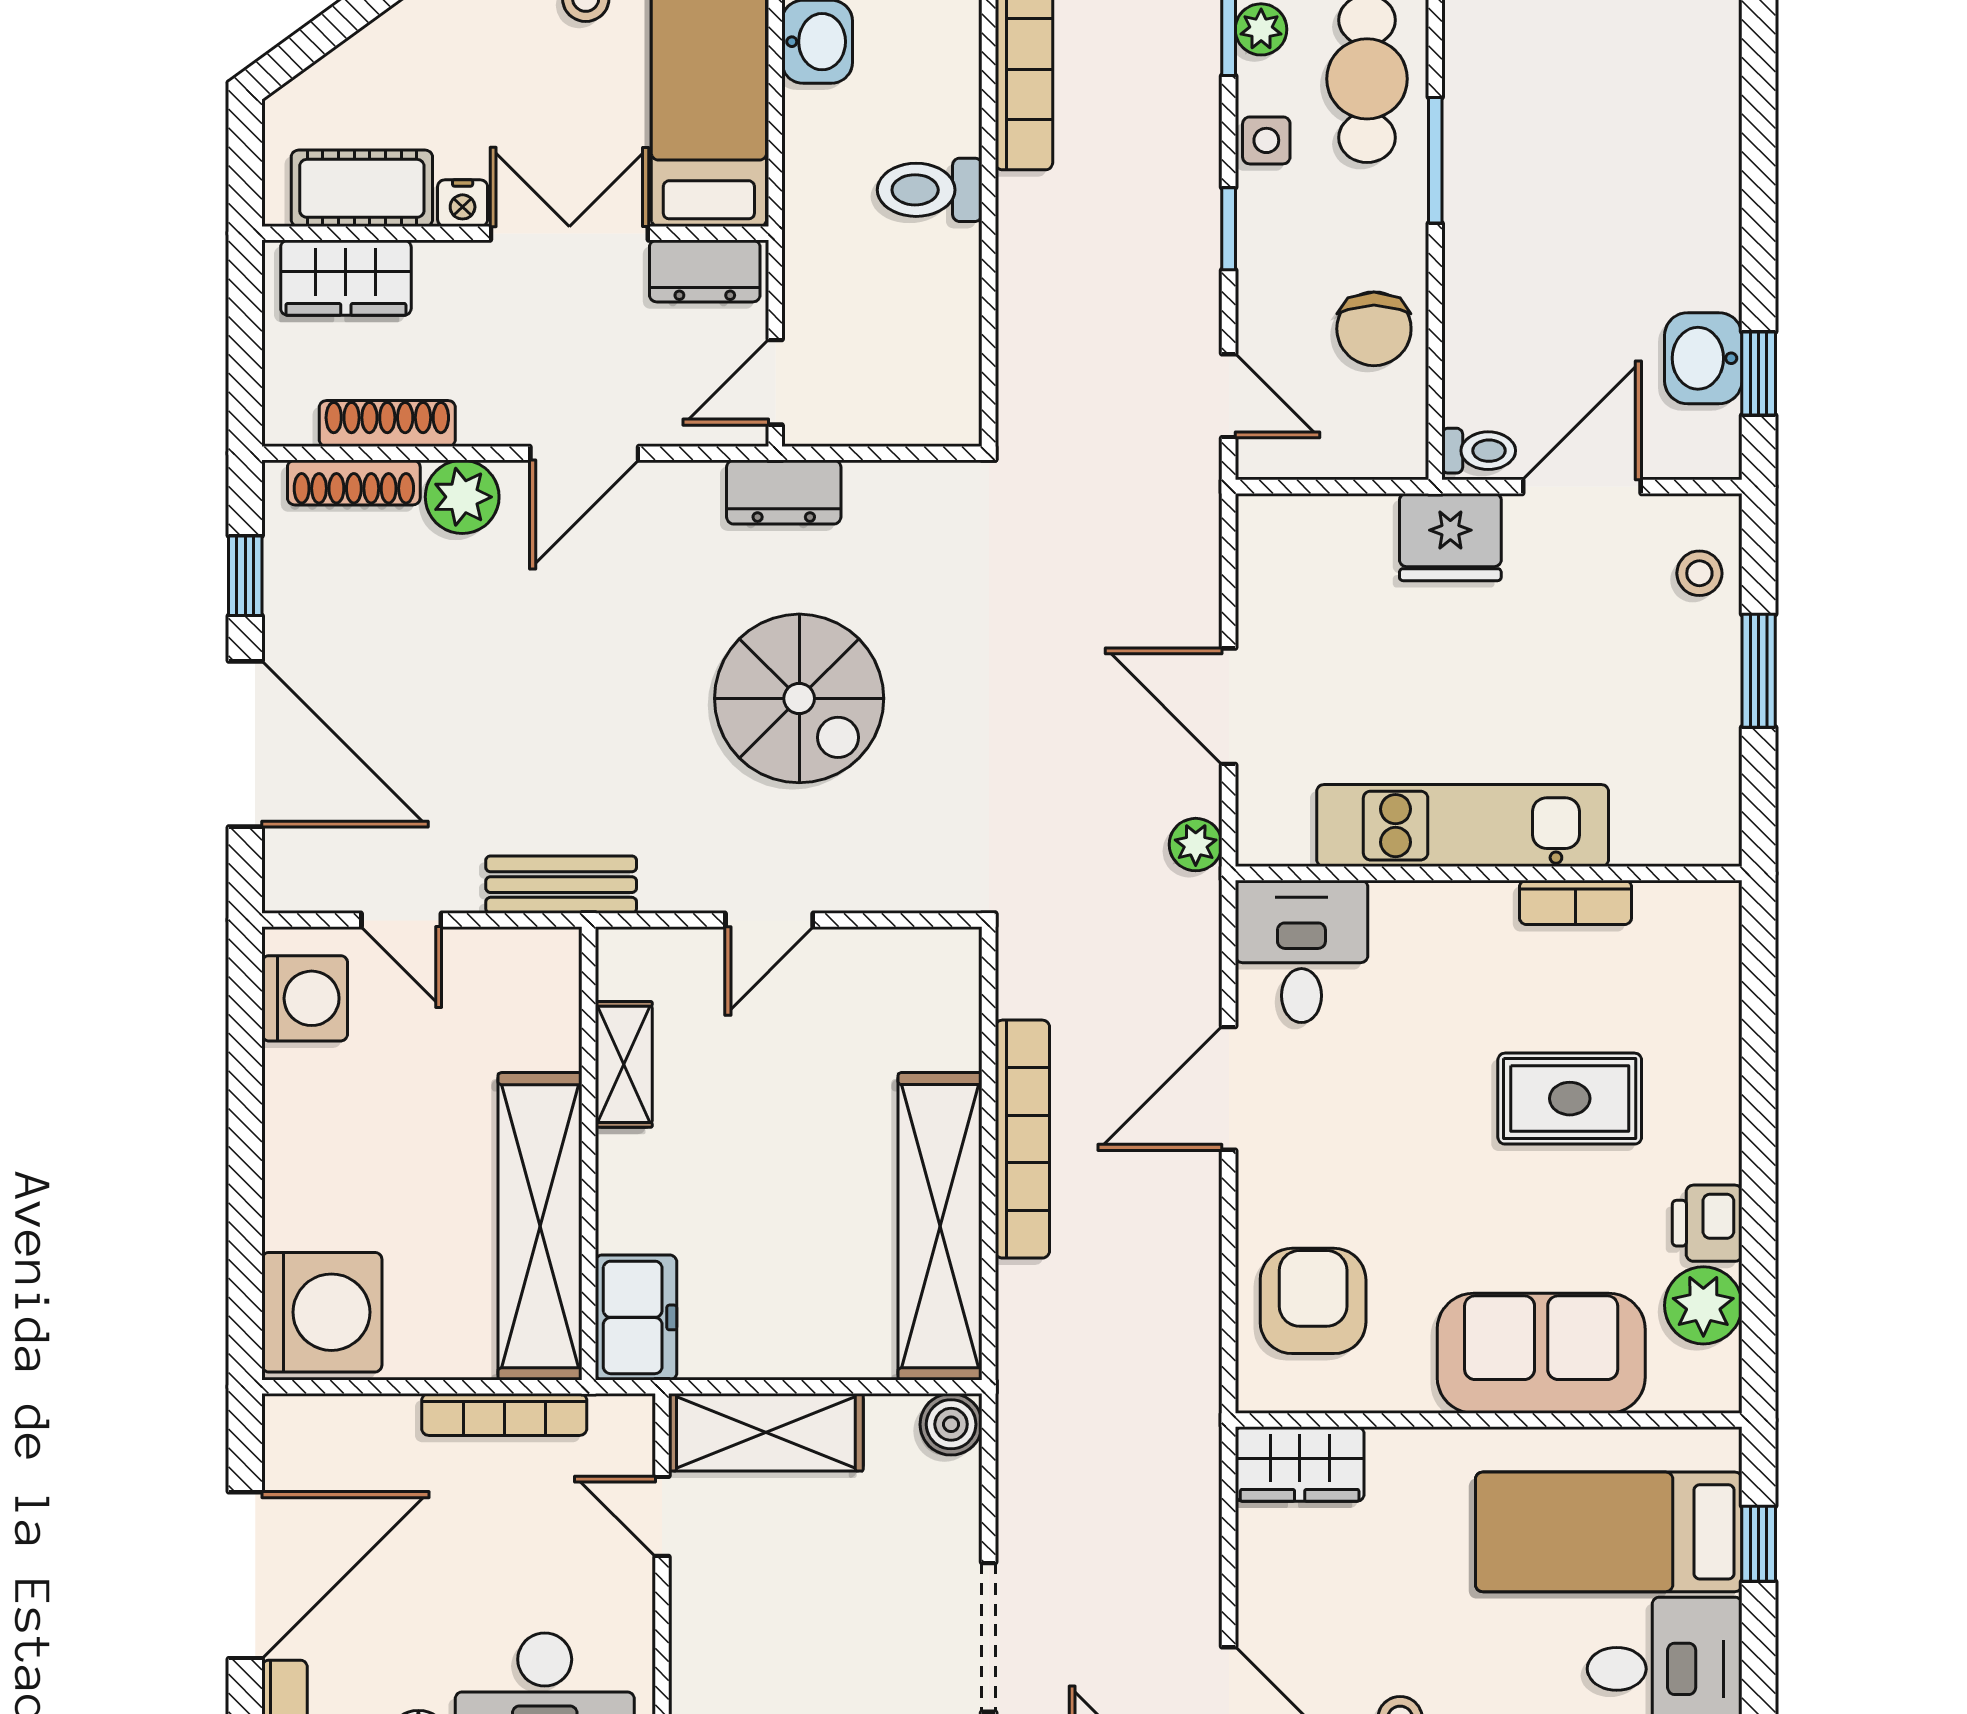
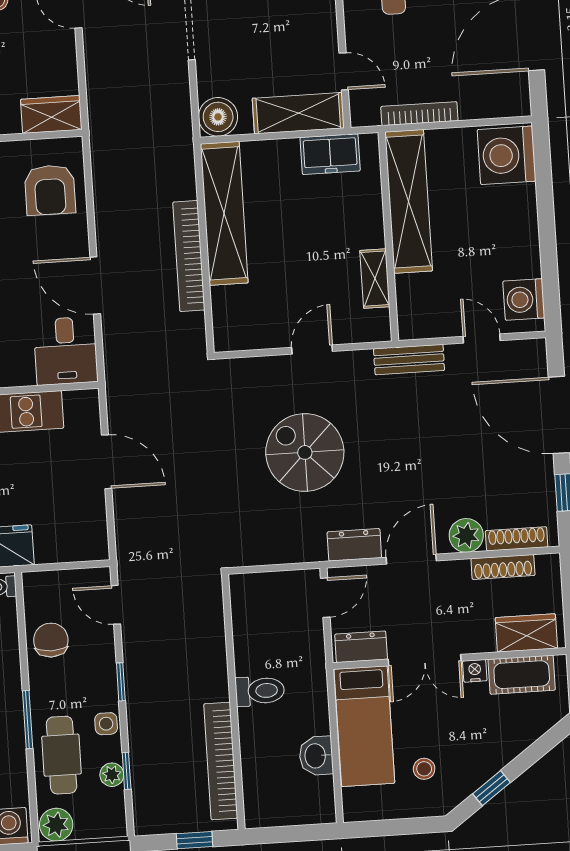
dresser: (784, 492) -> (354, 545), moved
plant: (1196, 845) -> (118, 397), removed
door: (1229, 1088) -> (95, 286), swing flipped
freezer: (636, 1317) -> (330, 154), moved, turned -90
boiler: (951, 1424) -> (218, 117), width x1.36, depth x1.36

